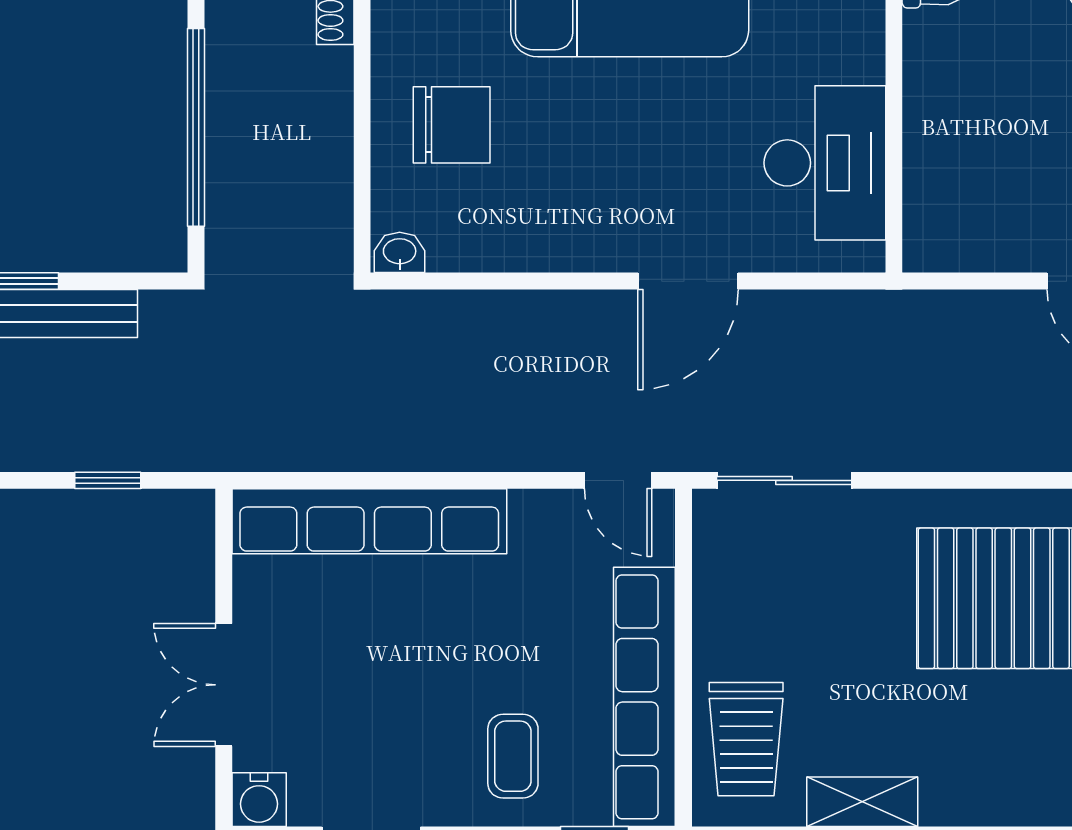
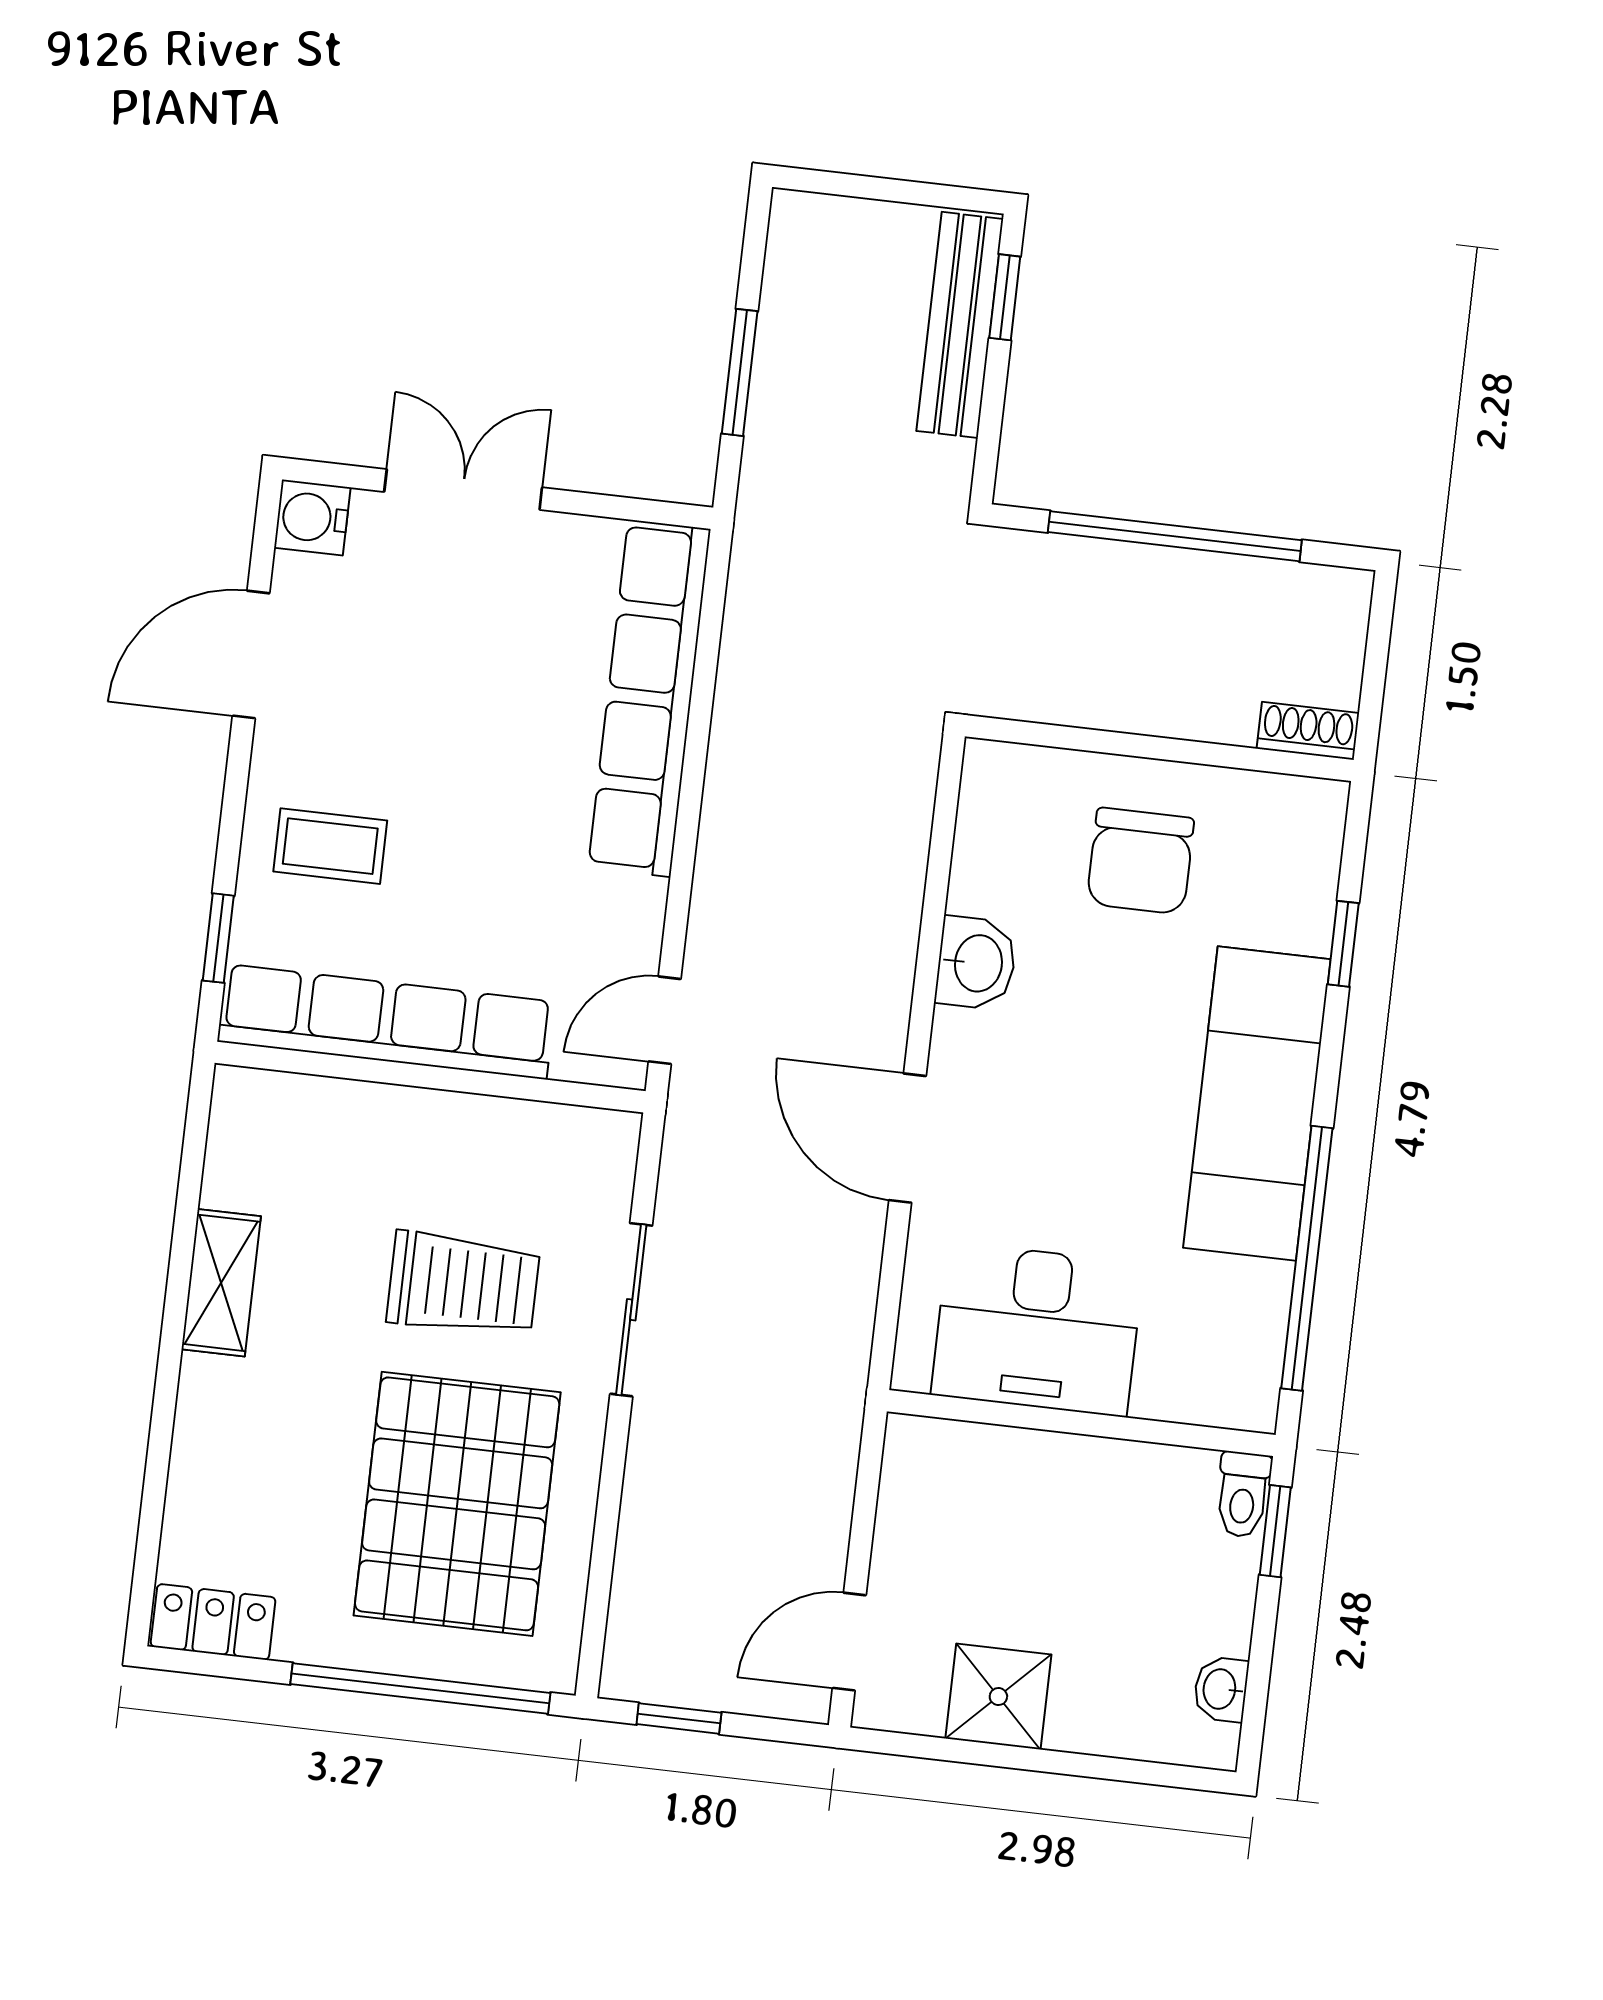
washbasin: (400, 252) -> (976, 963), moved, width x1.38, depth x1.45
window: (108, 480) -> (740, 372), width x1.50
sliding door: (784, 480) -> (631, 1310), moved
trolley: (746, 739) -> (463, 1284), moved, turned 180

